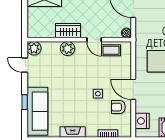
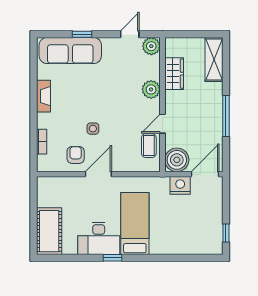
wardrobe: (68, 31) -> (174, 74), moved
boiler: (126, 33) -> (177, 160), width x1.86, depth x1.86
nightstand: (142, 121) -> (180, 185), moved

